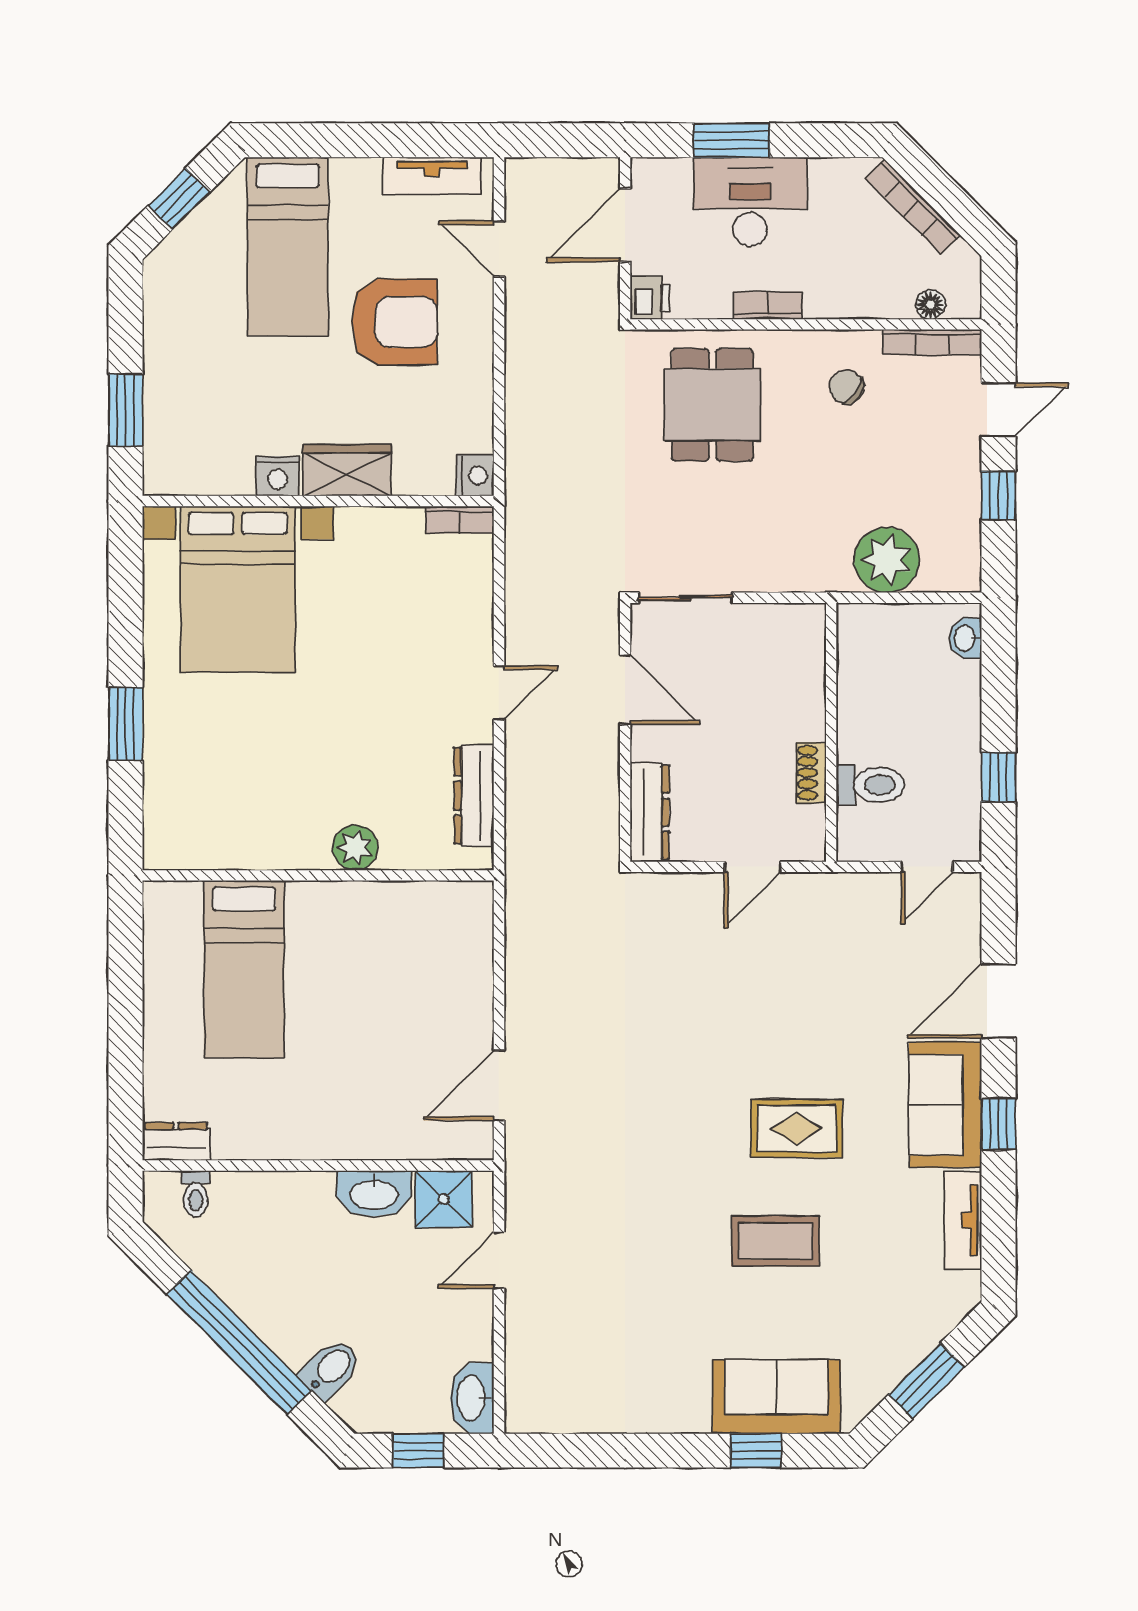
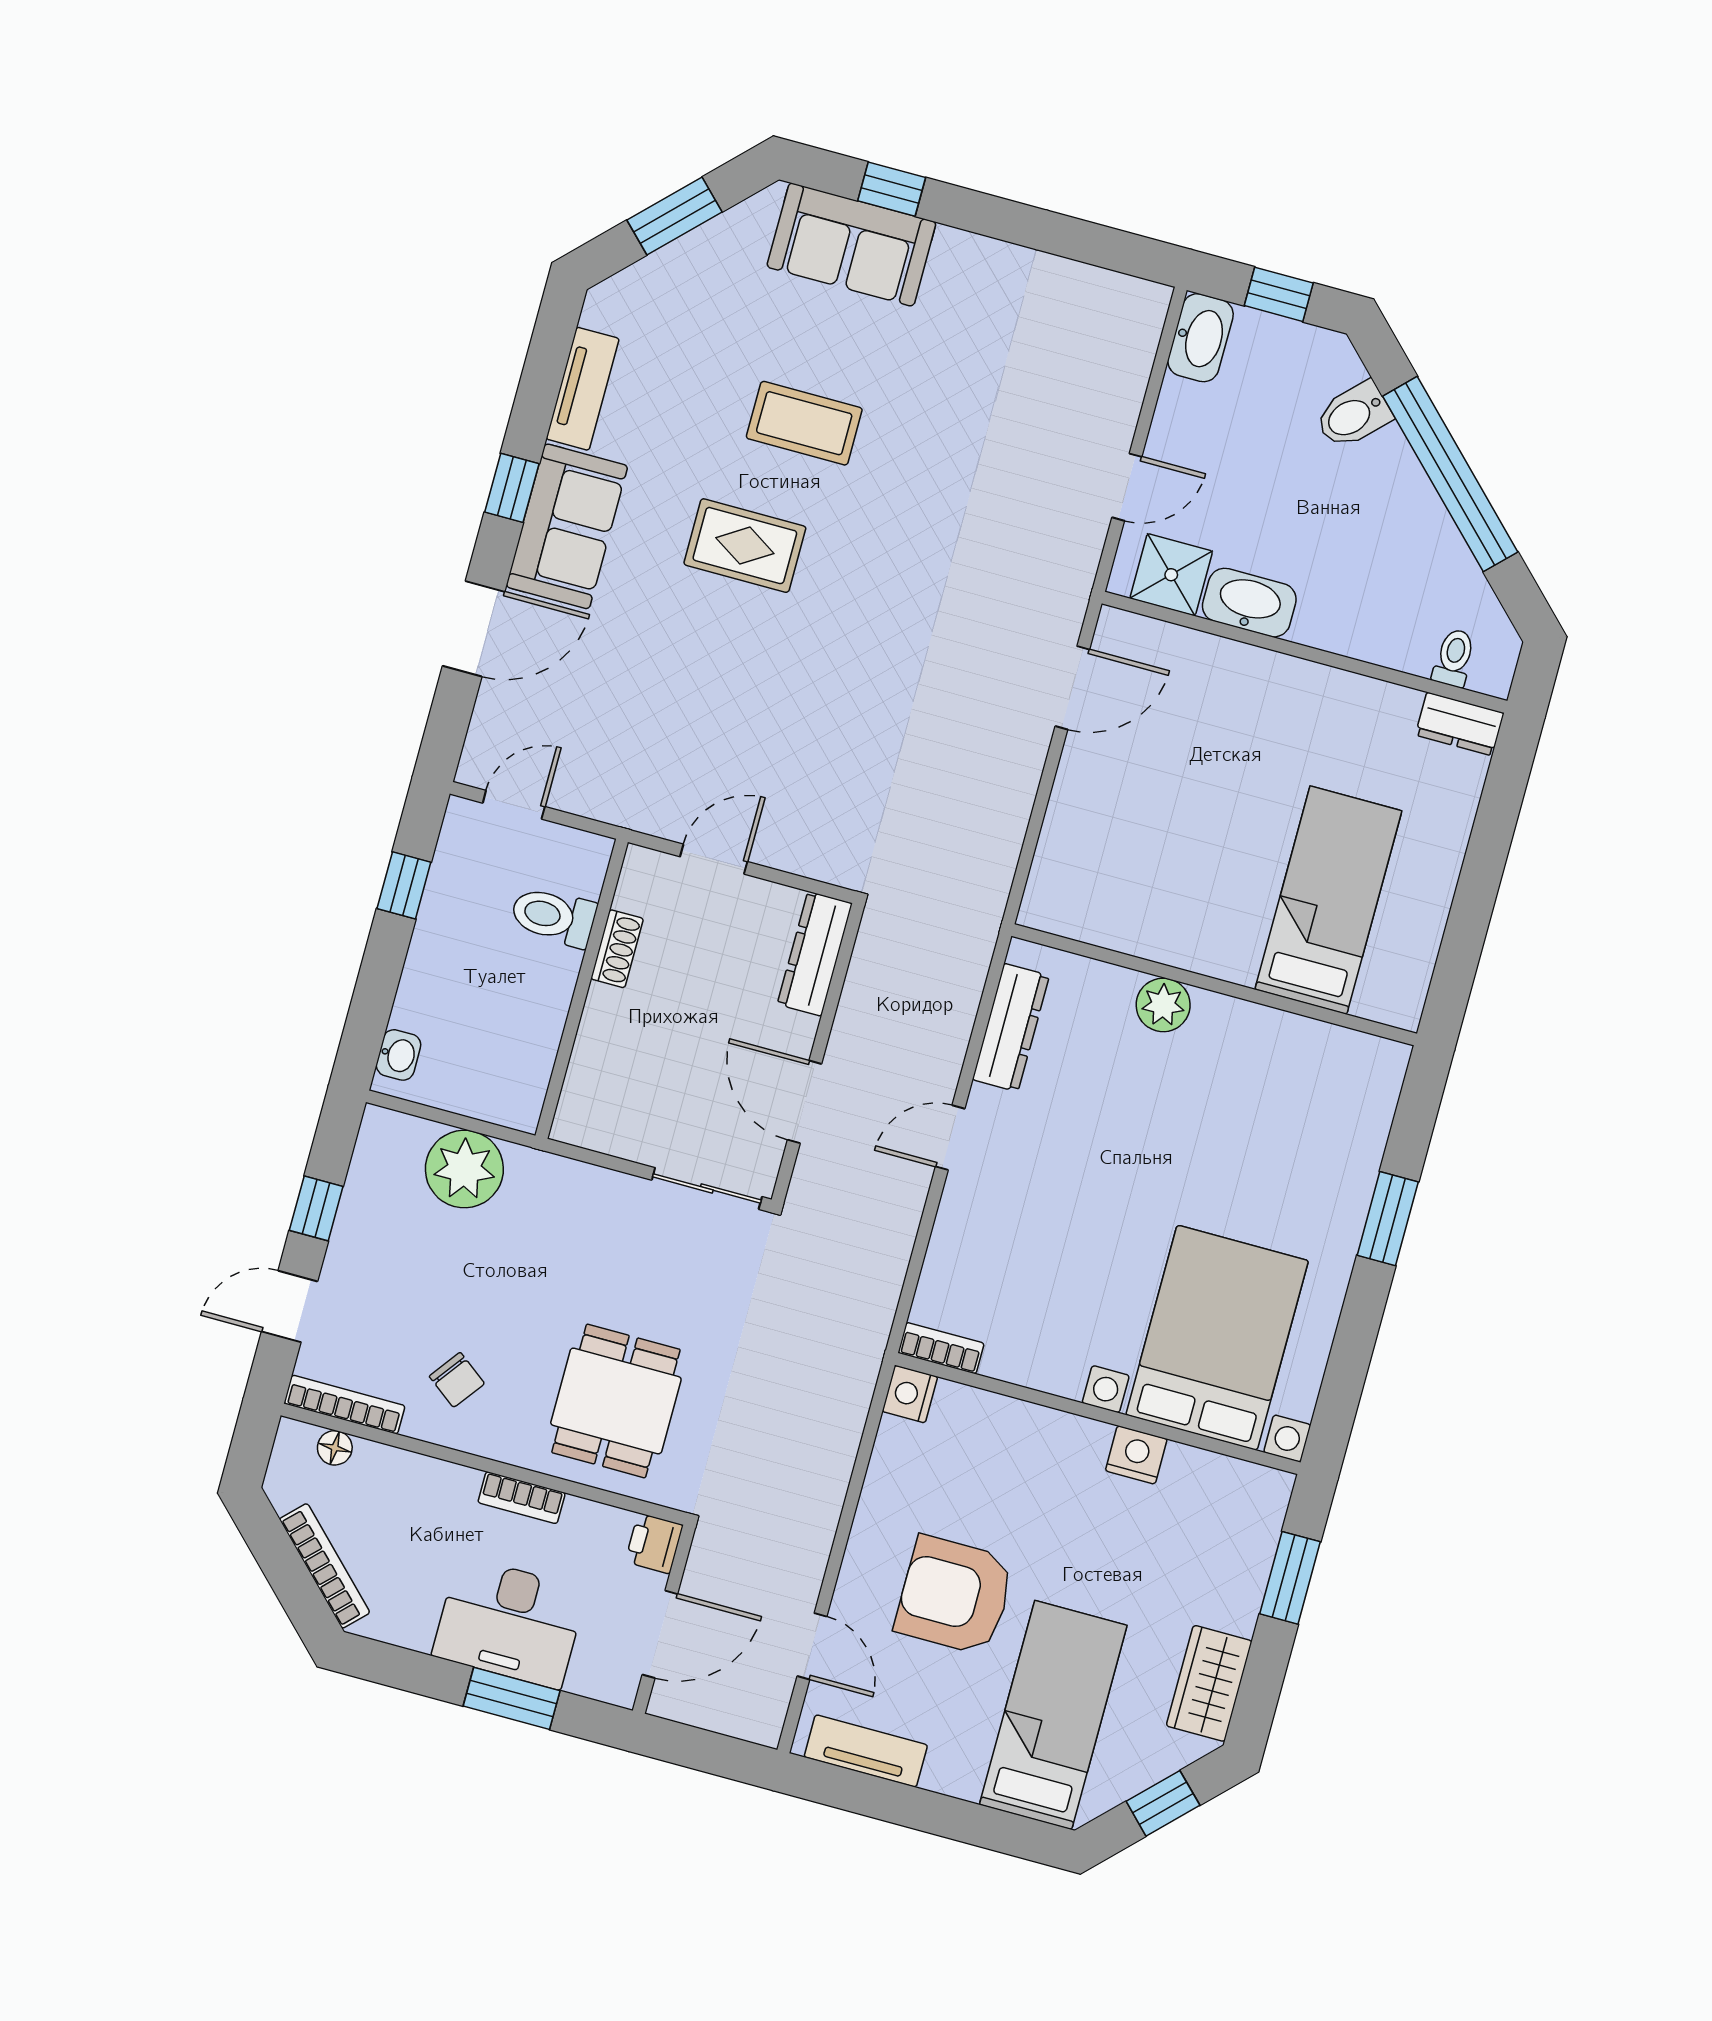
wardrobe: (347, 470) -> (1209, 1683), moved, turned 90

